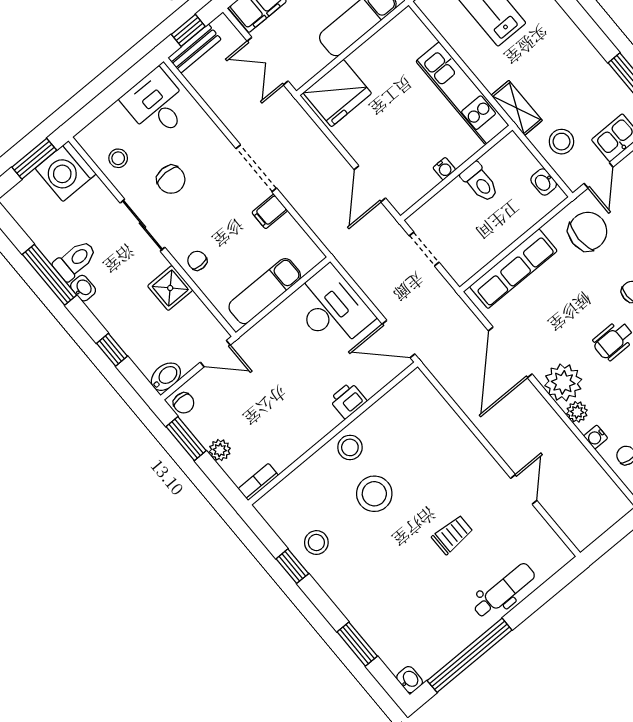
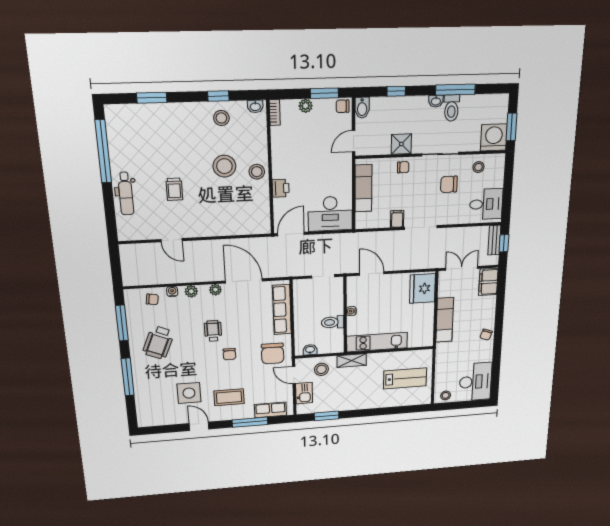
plant: (563, 382) -> (215, 290), width x0.53, depth x0.53
washbasin: (410, 680) -> (255, 106), moved

